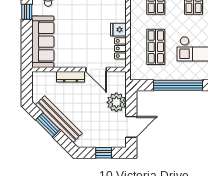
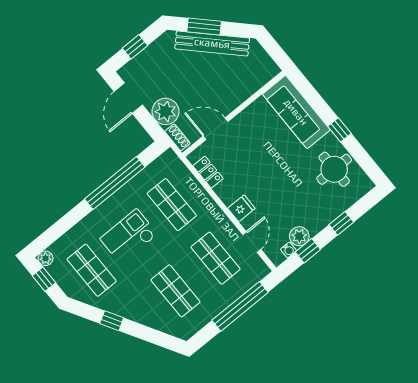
fridge: (118, 30) -> (241, 208), moved
dresser: (71, 77) -> (236, 99), removed
shoe rack: (122, 82) -> (177, 137), added
window: (48, 125) -> (204, 26), moved

